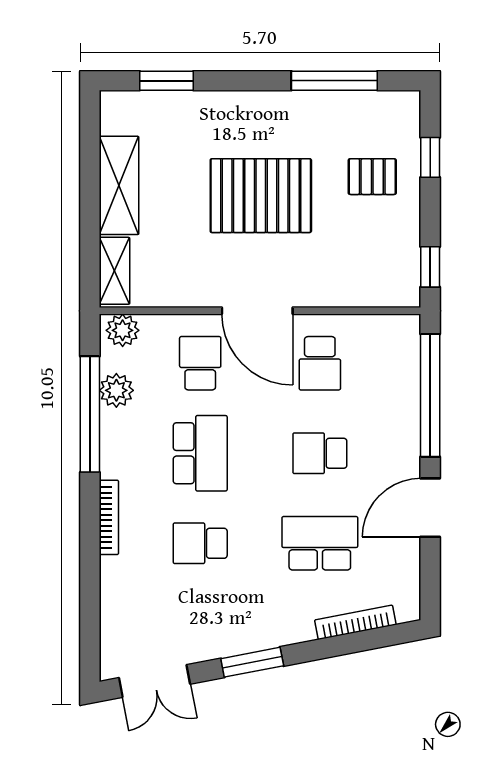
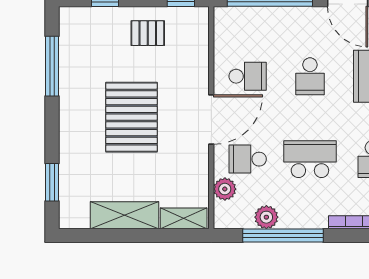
pallet: (372, 177) -> (148, 33), moved, turned 90
plant: (123, 330) -> (225, 189), moved

